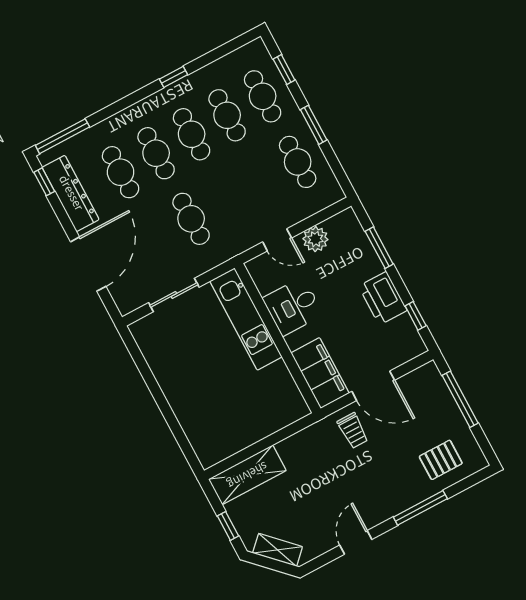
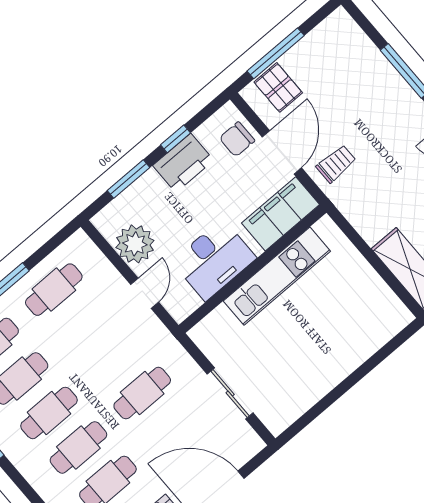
plant: (315, 239) -> (135, 244), width x1.36, depth x1.36
desk: (293, 306) -> (214, 260), width x1.37
window: (416, 316) -> (176, 139), moved
kitchen unit: (246, 319) -> (277, 276), moved
chair: (393, 349) -> (237, 139), added
pallet: (441, 460) -> (278, 87), moved

